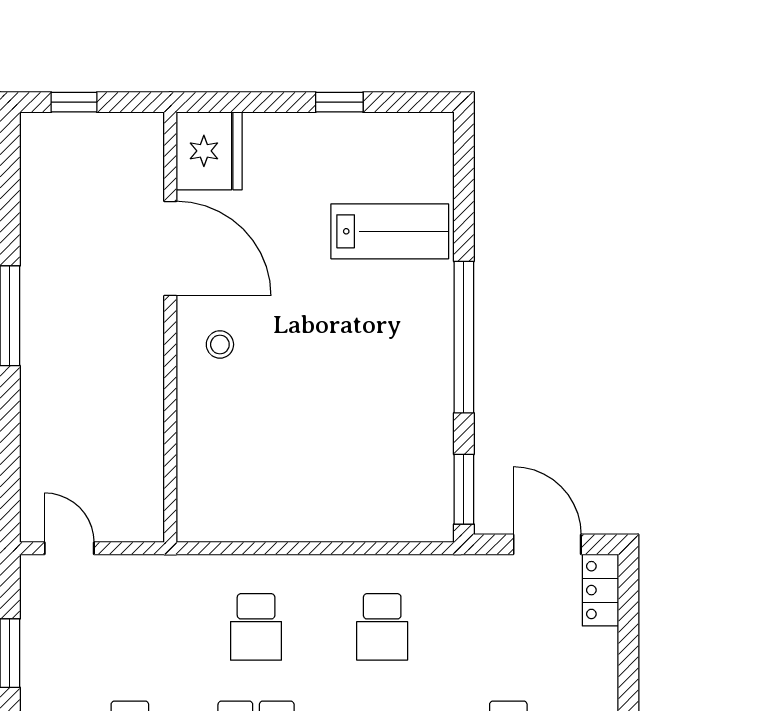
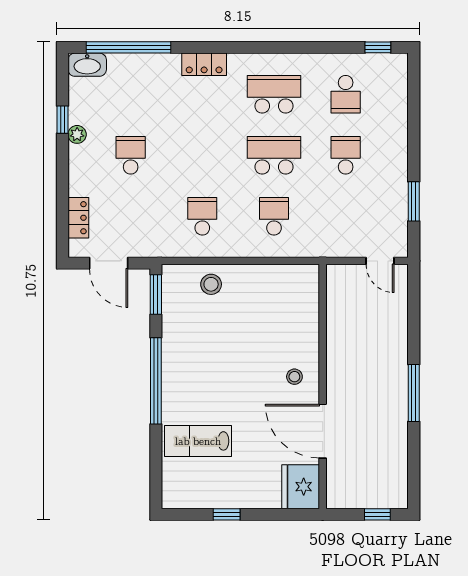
stool: (367, 507) -> (211, 284), added
locker: (600, 590) -> (78, 218), moved

